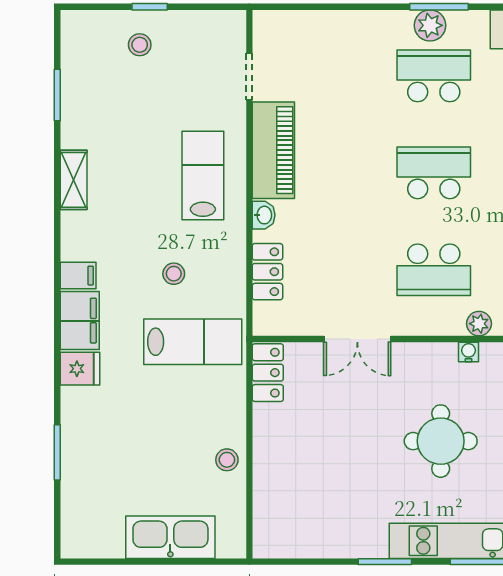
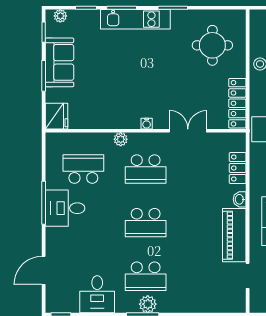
school desk: (434, 270) -> (146, 169), turned 180
water cooler: (469, 352) -> (147, 124), moved
locker: (268, 373) -> (237, 103), width x1.53
round table: (441, 441) -> (212, 45), moved

